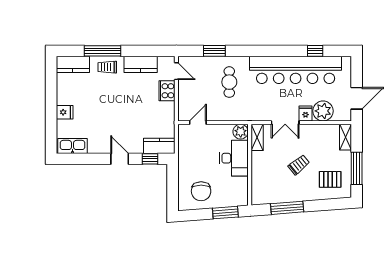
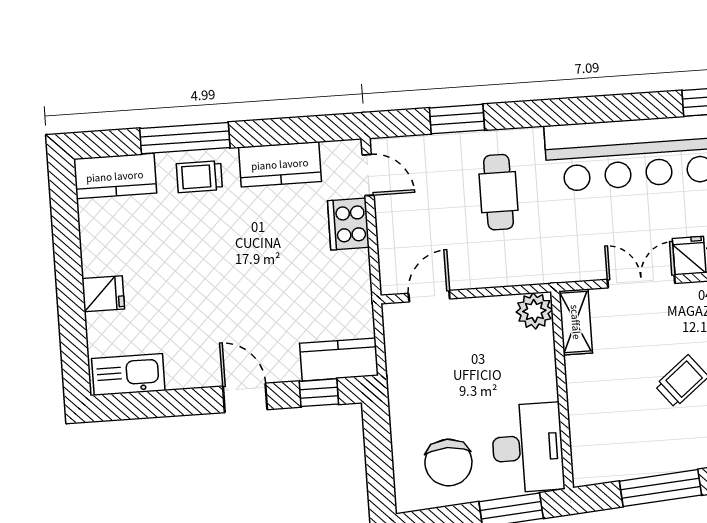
double door: (285, 123) -> (641, 281), swing flipped
desk: (234, 158) -> (528, 448), moved

